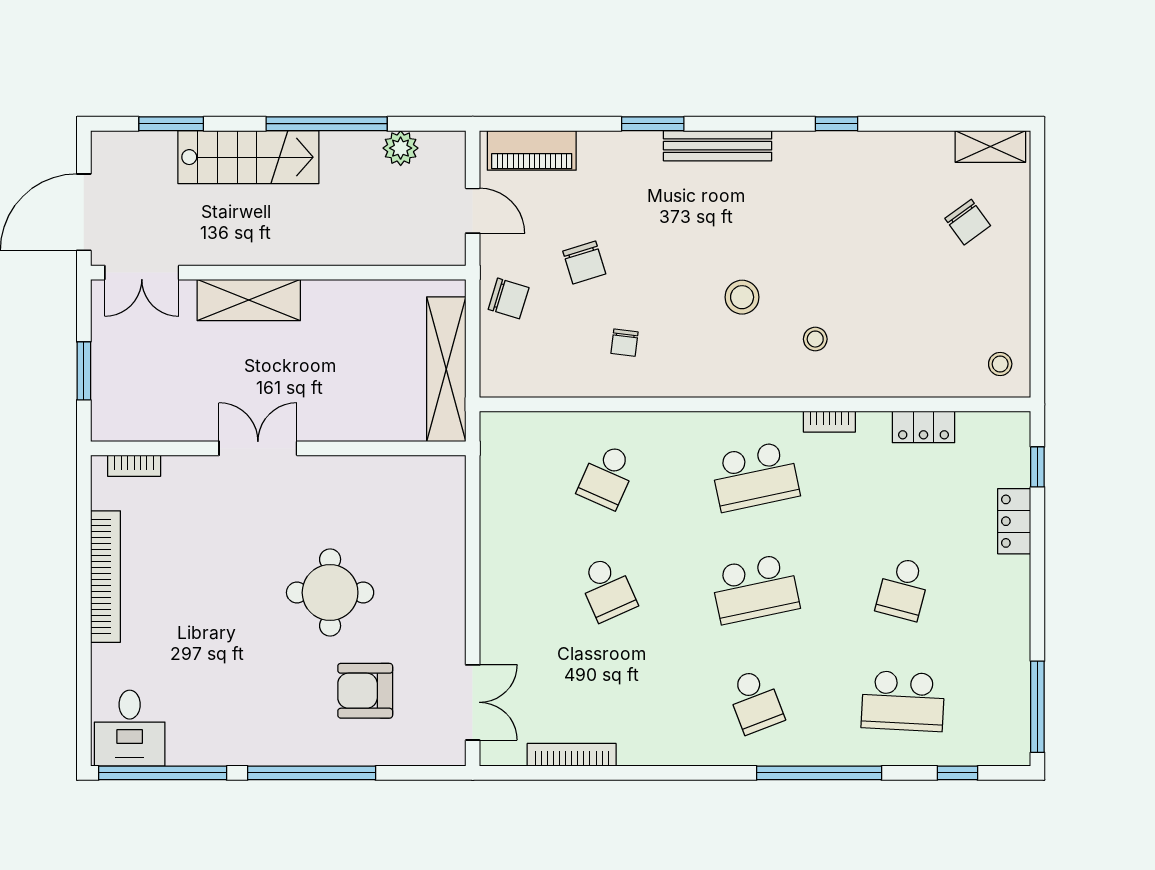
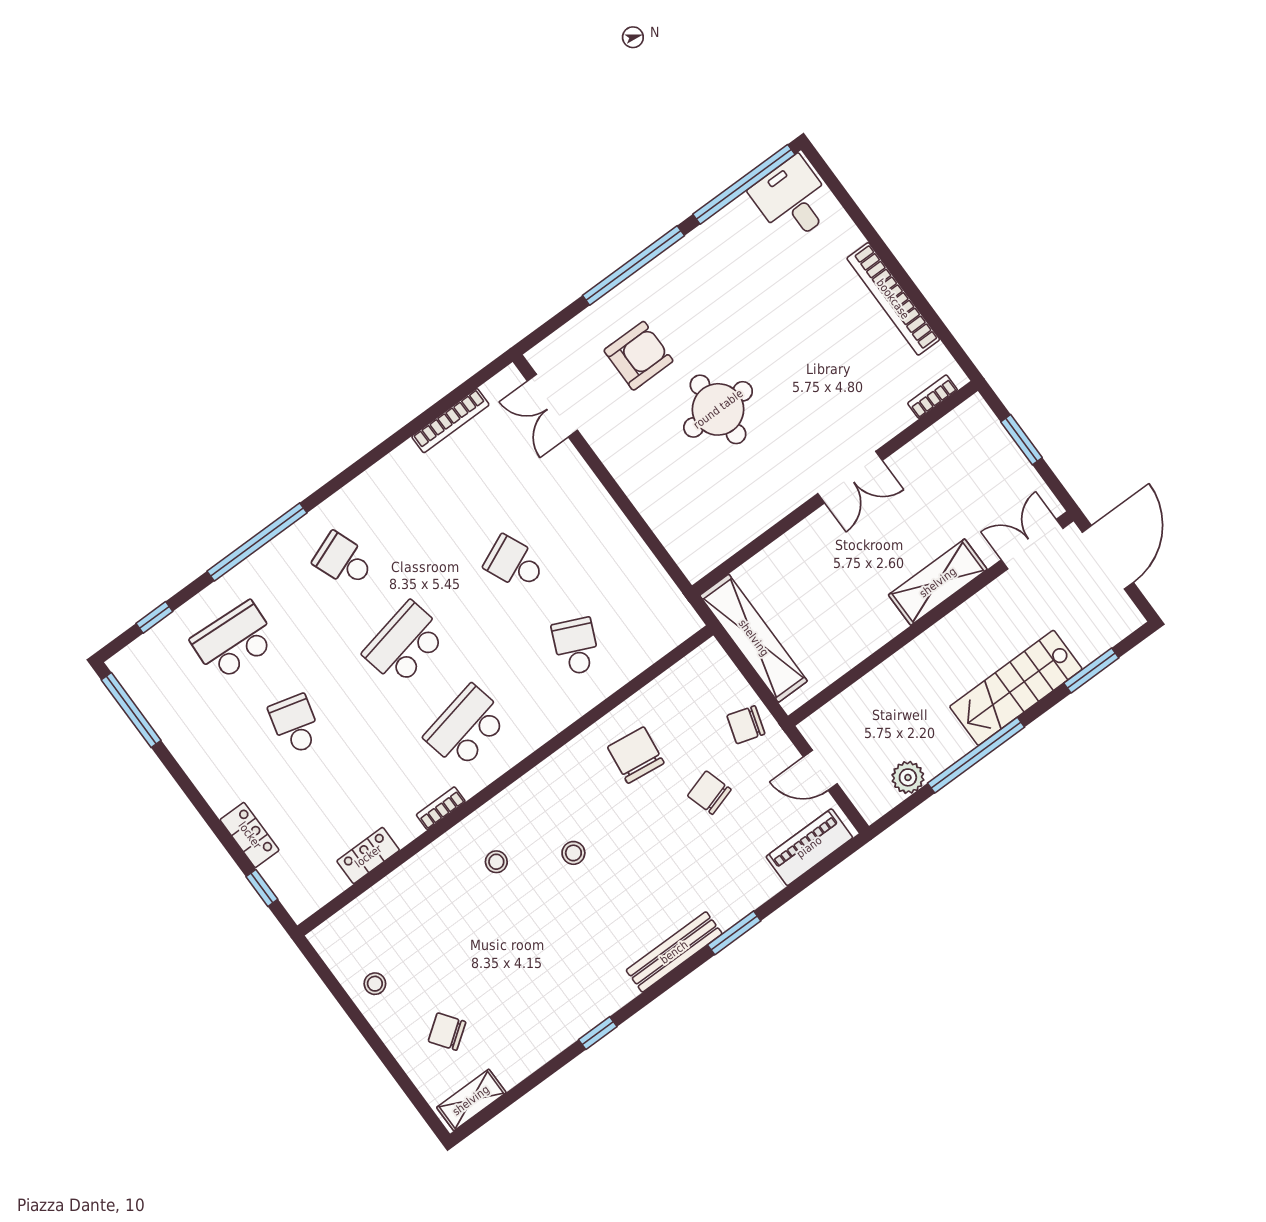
stool: (742, 297) -> (573, 853), width x0.73, depth x0.73
chair: (624, 343) -> (636, 755), width x1.87, depth x1.87
stool: (1000, 364) -> (375, 984), moved

